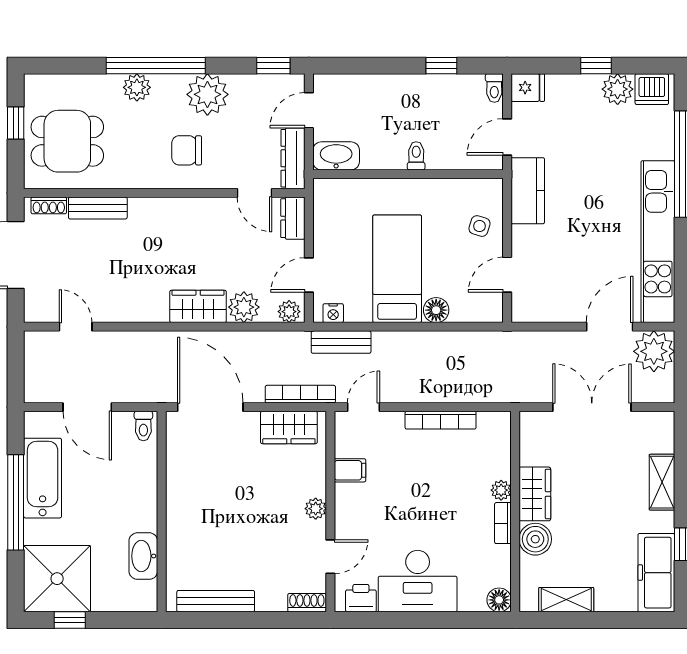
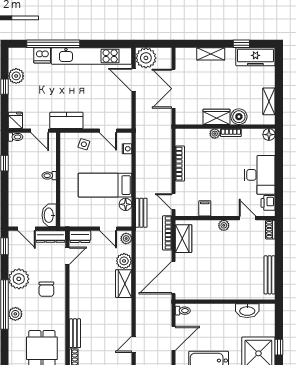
dishwasher: (652, 89) -> (42, 55), moved, turned 90
floor lamp: (436, 310) -> (126, 204), moved
nightstand: (333, 313) -> (127, 149), moved

